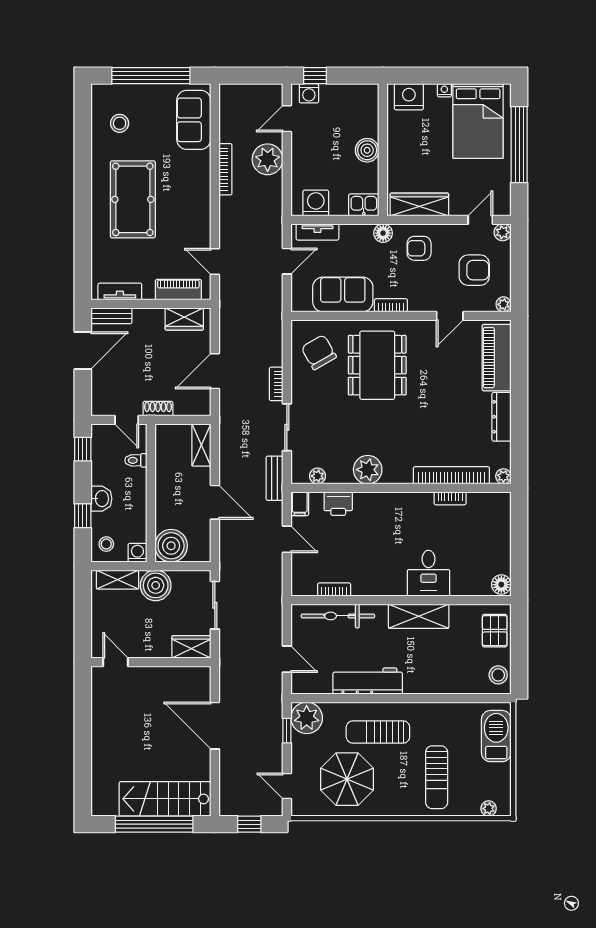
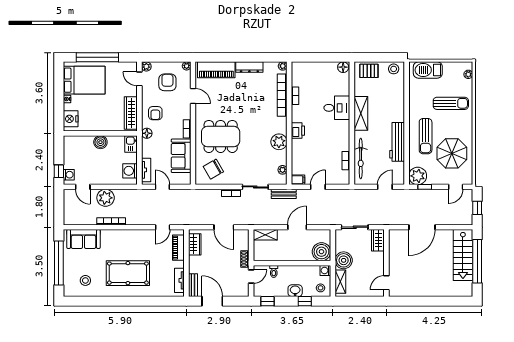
printer: (338, 504) -> (298, 131), moved

